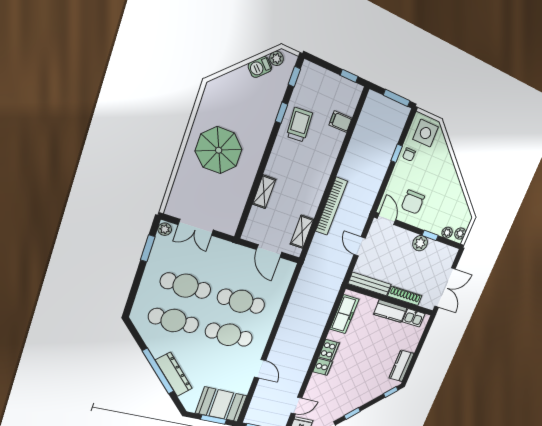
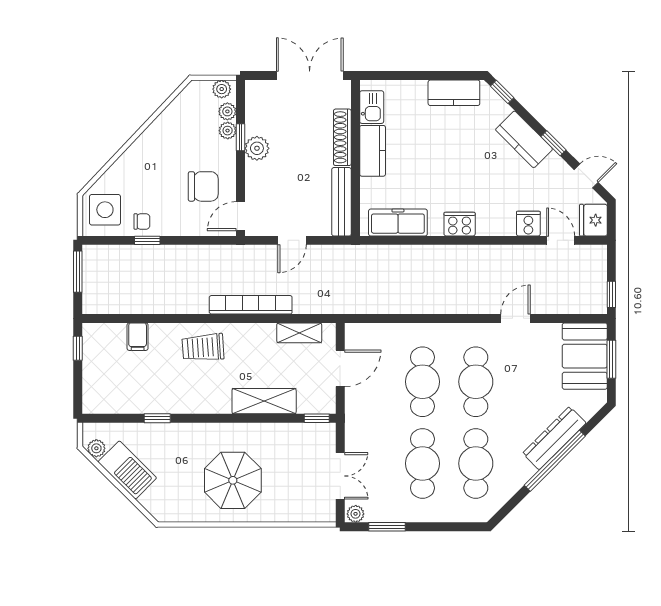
barbecue: (260, 67) -> (127, 470), width x1.88, depth x1.53
window: (294, 77) -> (317, 418), moved
trolley: (299, 125) -> (203, 347), moved
shelving: (264, 192) -> (264, 401), width x1.50, depth x1.33
plant: (437, 229) -> (228, 131), added
cooker: (323, 367) -> (528, 224), moved
kitchen counter: (361, 398) -> (524, 139), added

